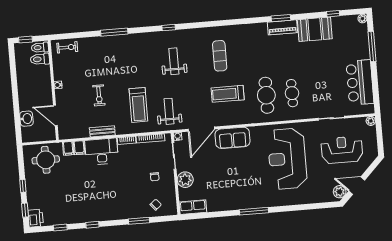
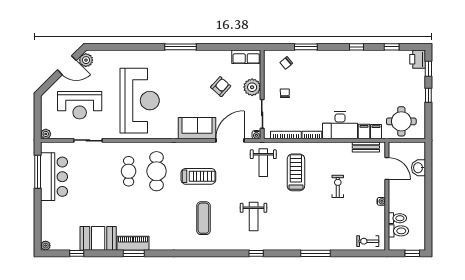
toilet: (40, 47) -> (397, 218), moved
window: (372, 47) -> (38, 172), moved
bench: (102, 131) -> (366, 147), moved
armchair: (214, 178) -> (221, 87), added

